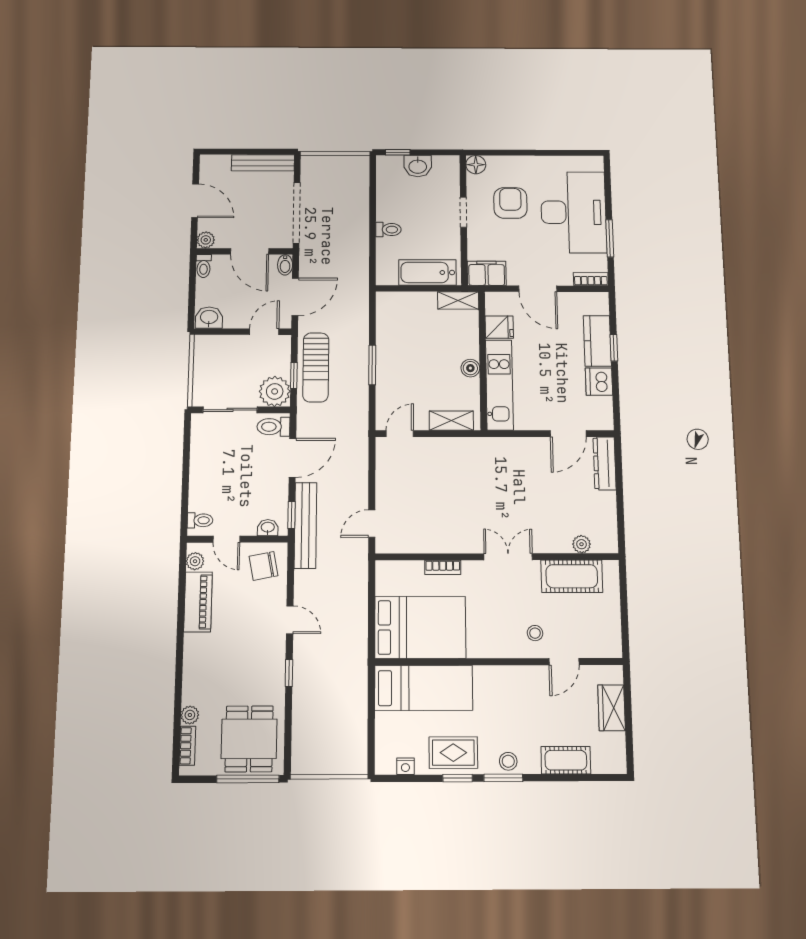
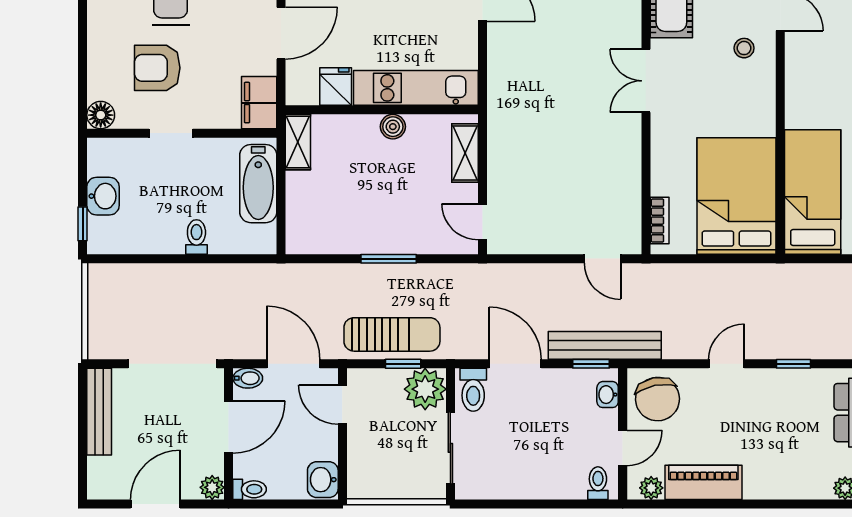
chair: (263, 566) -> (657, 399), width x1.37, depth x1.37
bookcase: (443, 567) -> (660, 221), moved

